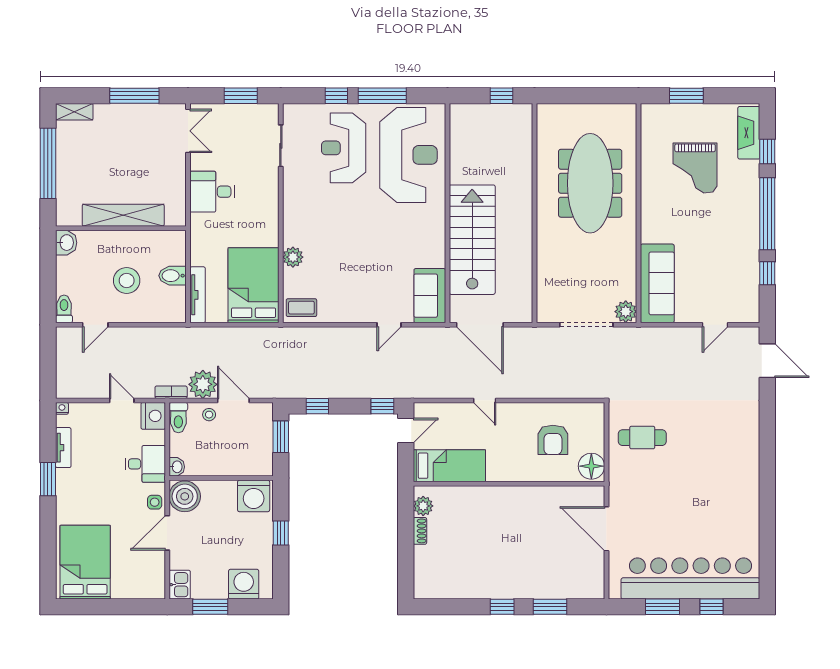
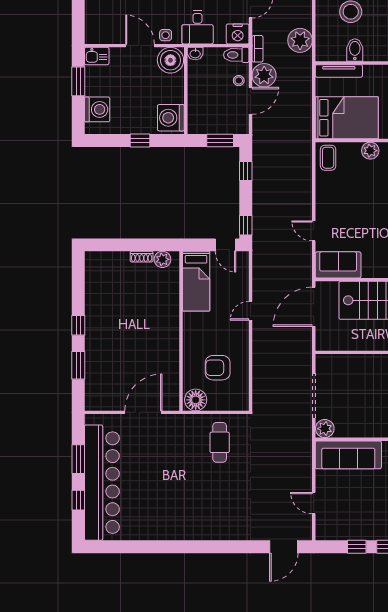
plant: (161, 341) -> (300, 40), added

